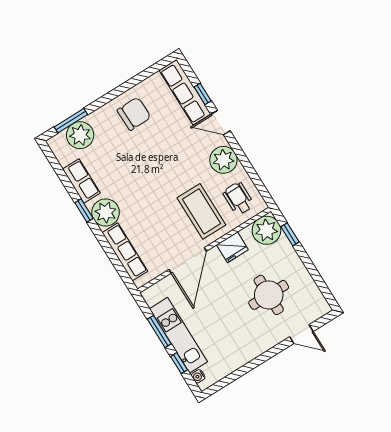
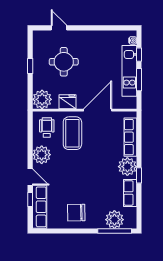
window: (71, 121) -> (115, 231), width x1.44
wheelchair: (238, 198) -> (47, 127), turned 180
window: (290, 234) -> (30, 66), moved

